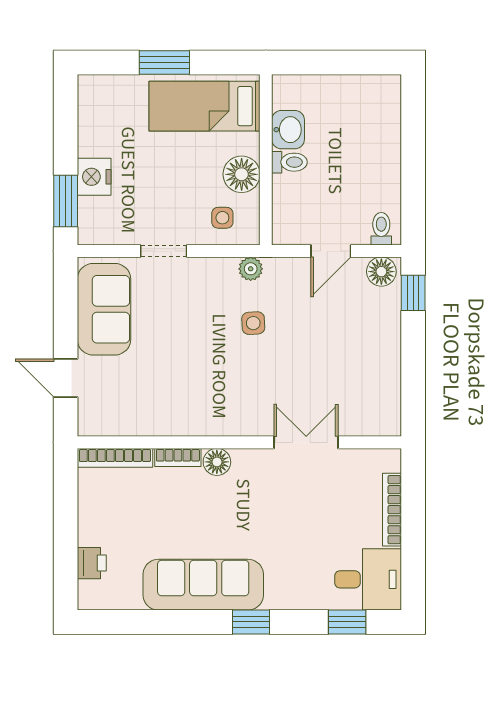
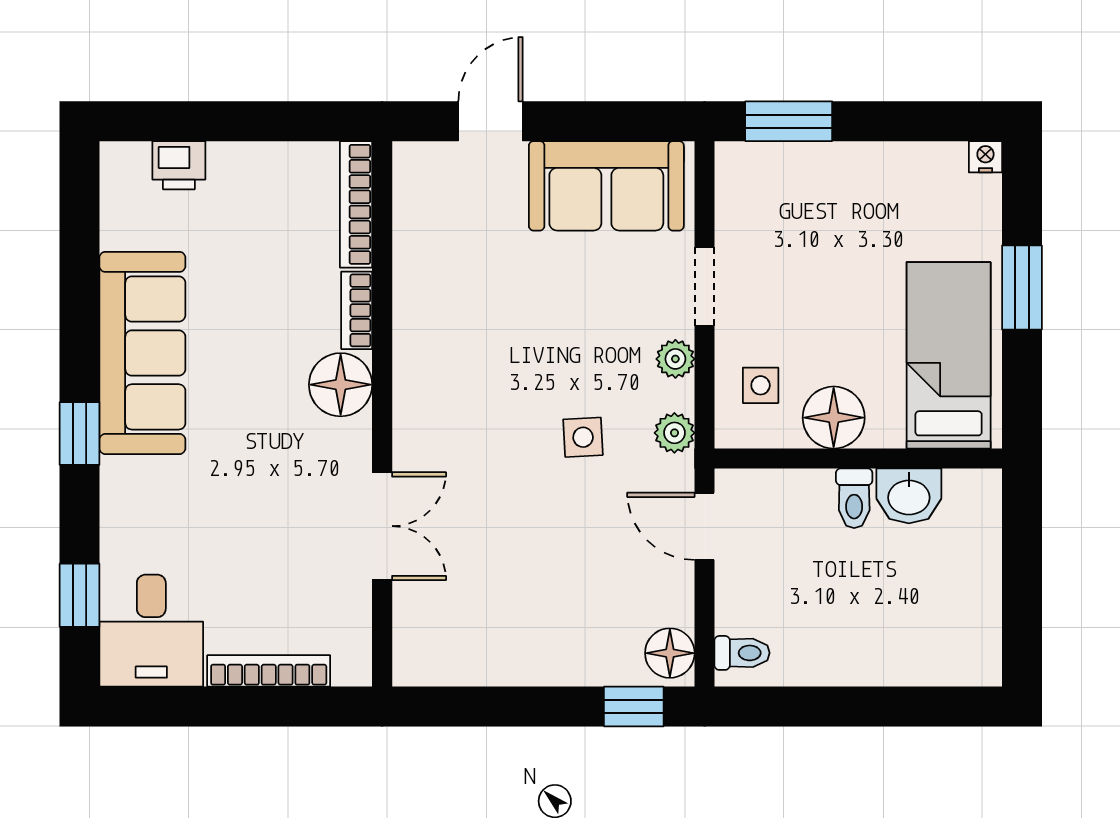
nightstand: (94, 177) -> (985, 157), moved, width x0.53, depth x0.56
door: (331, 251) -> (705, 526), moved
plant: (207, 268) -> (675, 359), added
floor lamp: (217, 462) -> (341, 385), width x1.38, depth x1.38

